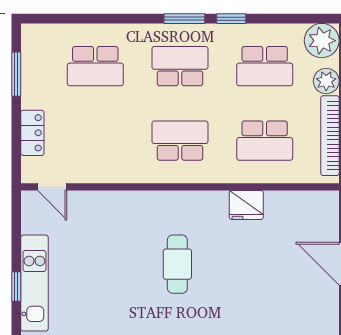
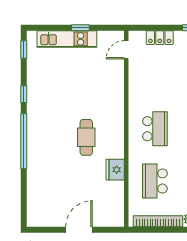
cafe table: (177, 264) -> (86, 137), moved, turned 90
window: (16, 286) -> (80, 28), moved

